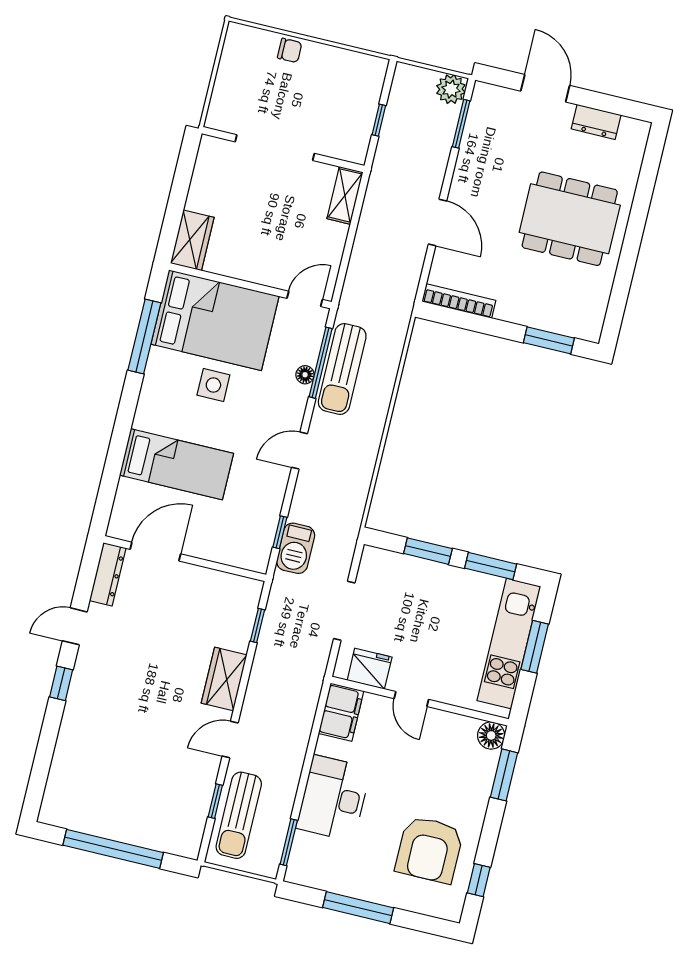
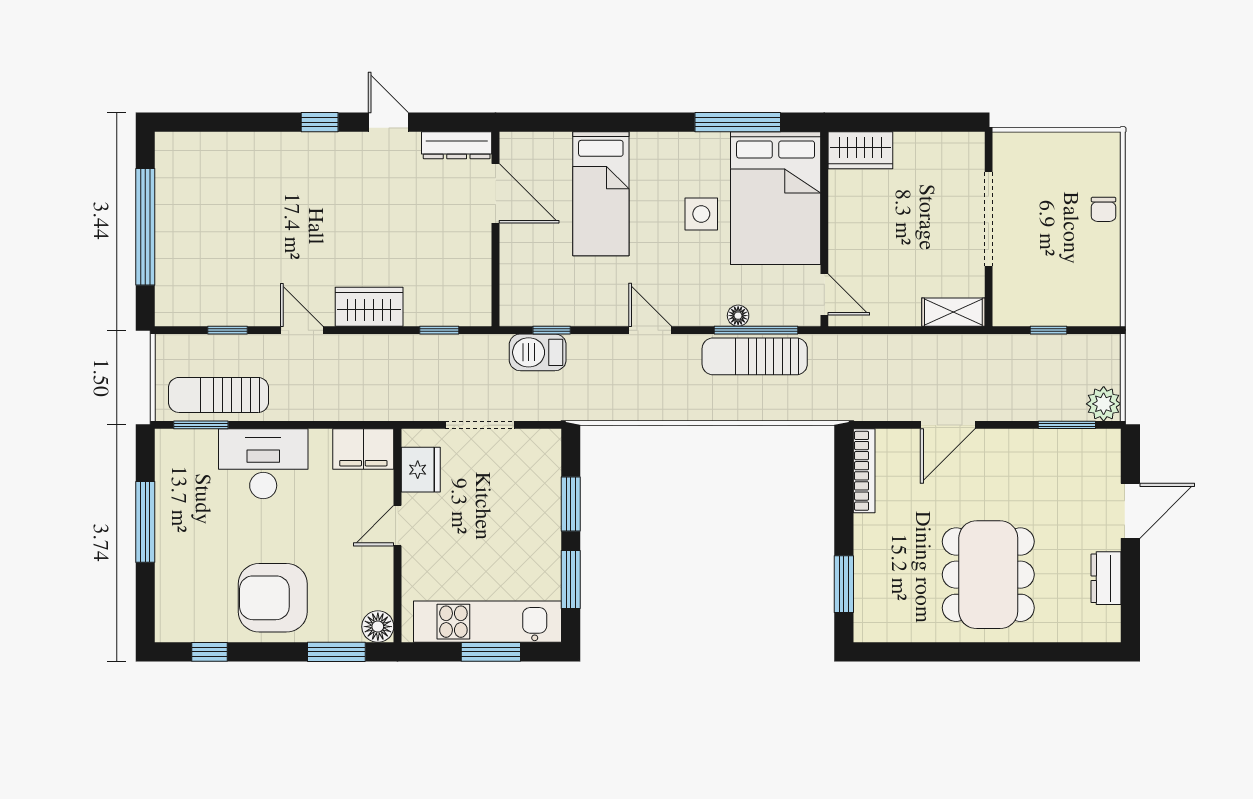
sun lounger: (239, 815) -> (218, 395), moved
armchair: (429, 850) -> (273, 598), moved

